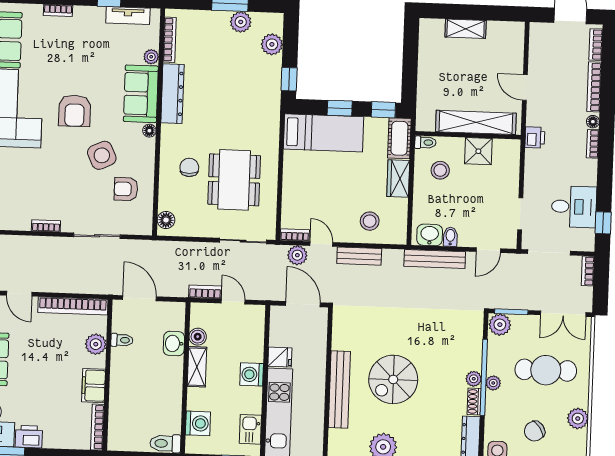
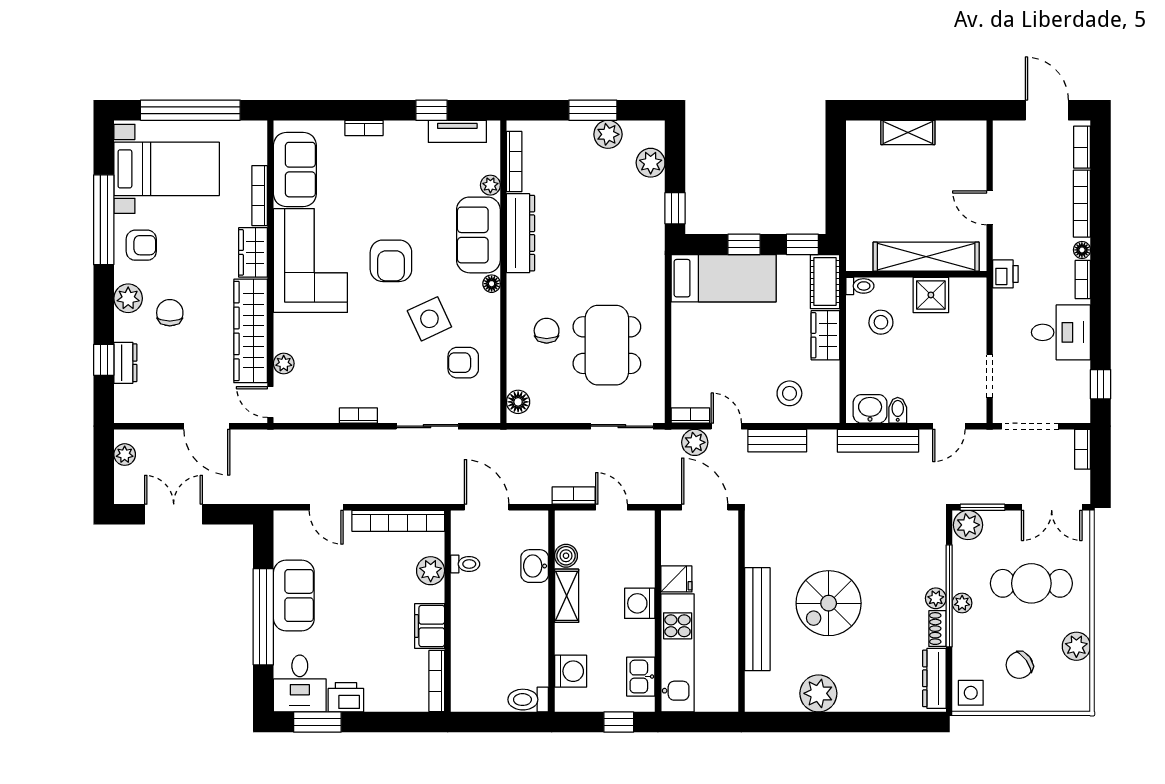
desk: (574, 207) -> (1061, 332), moved

